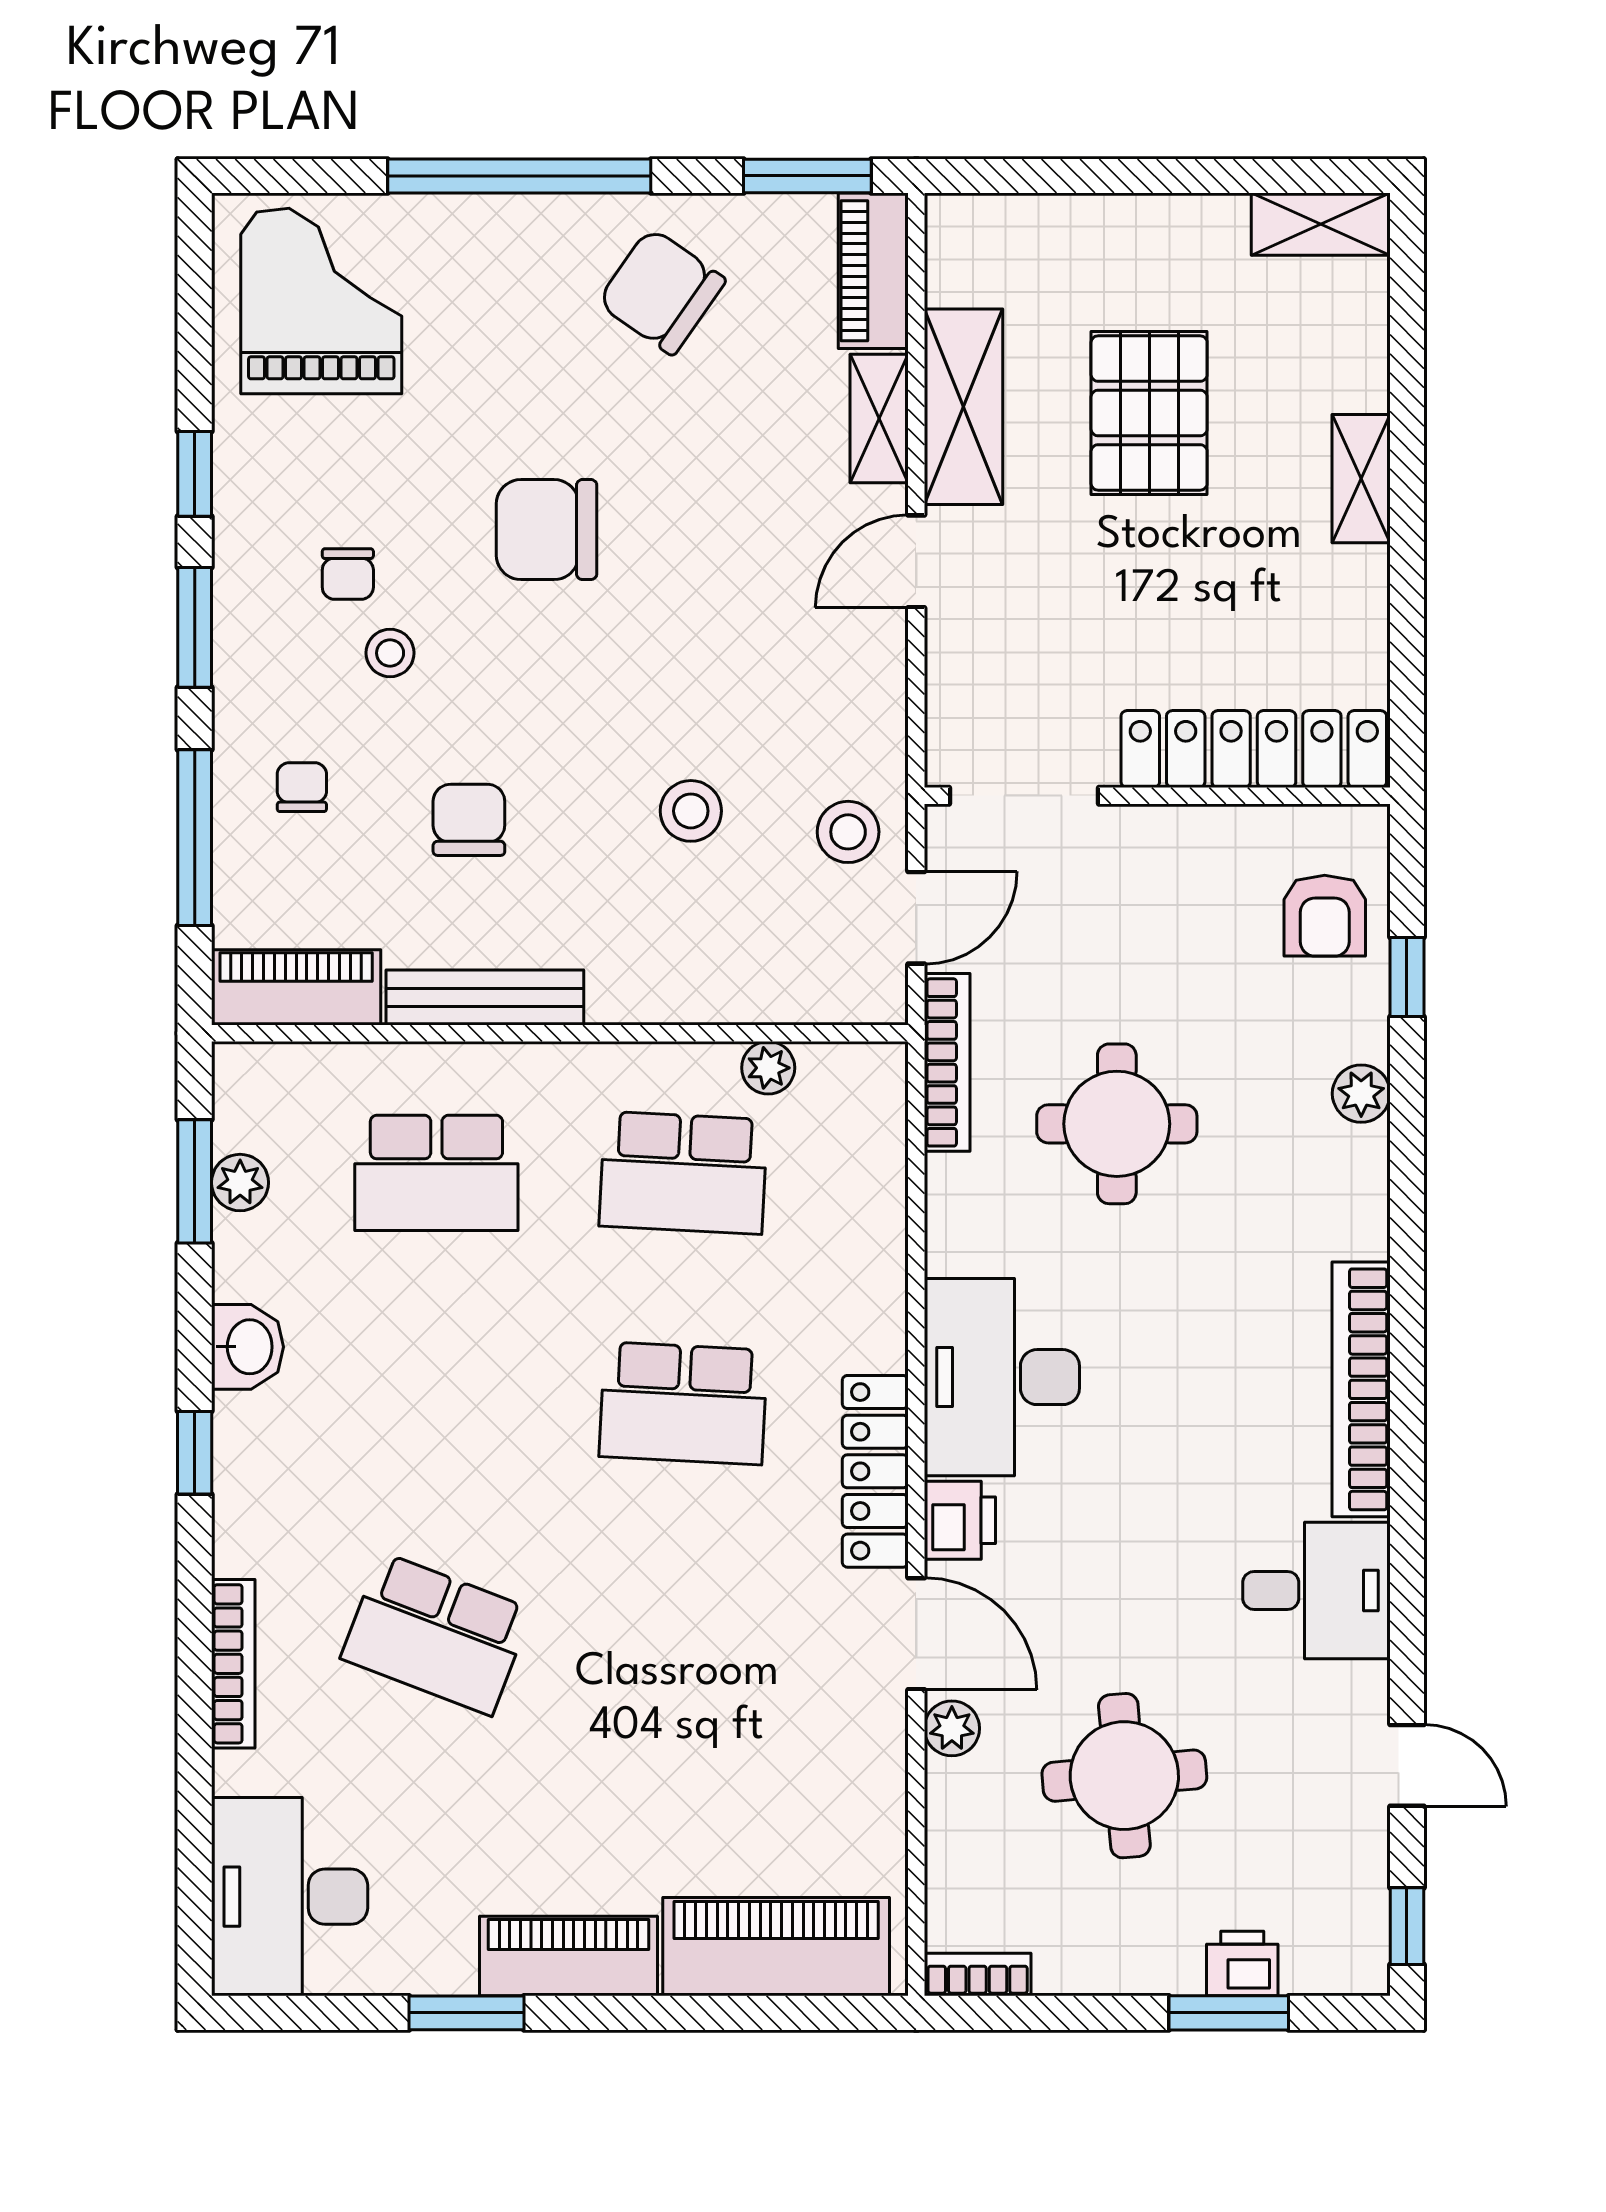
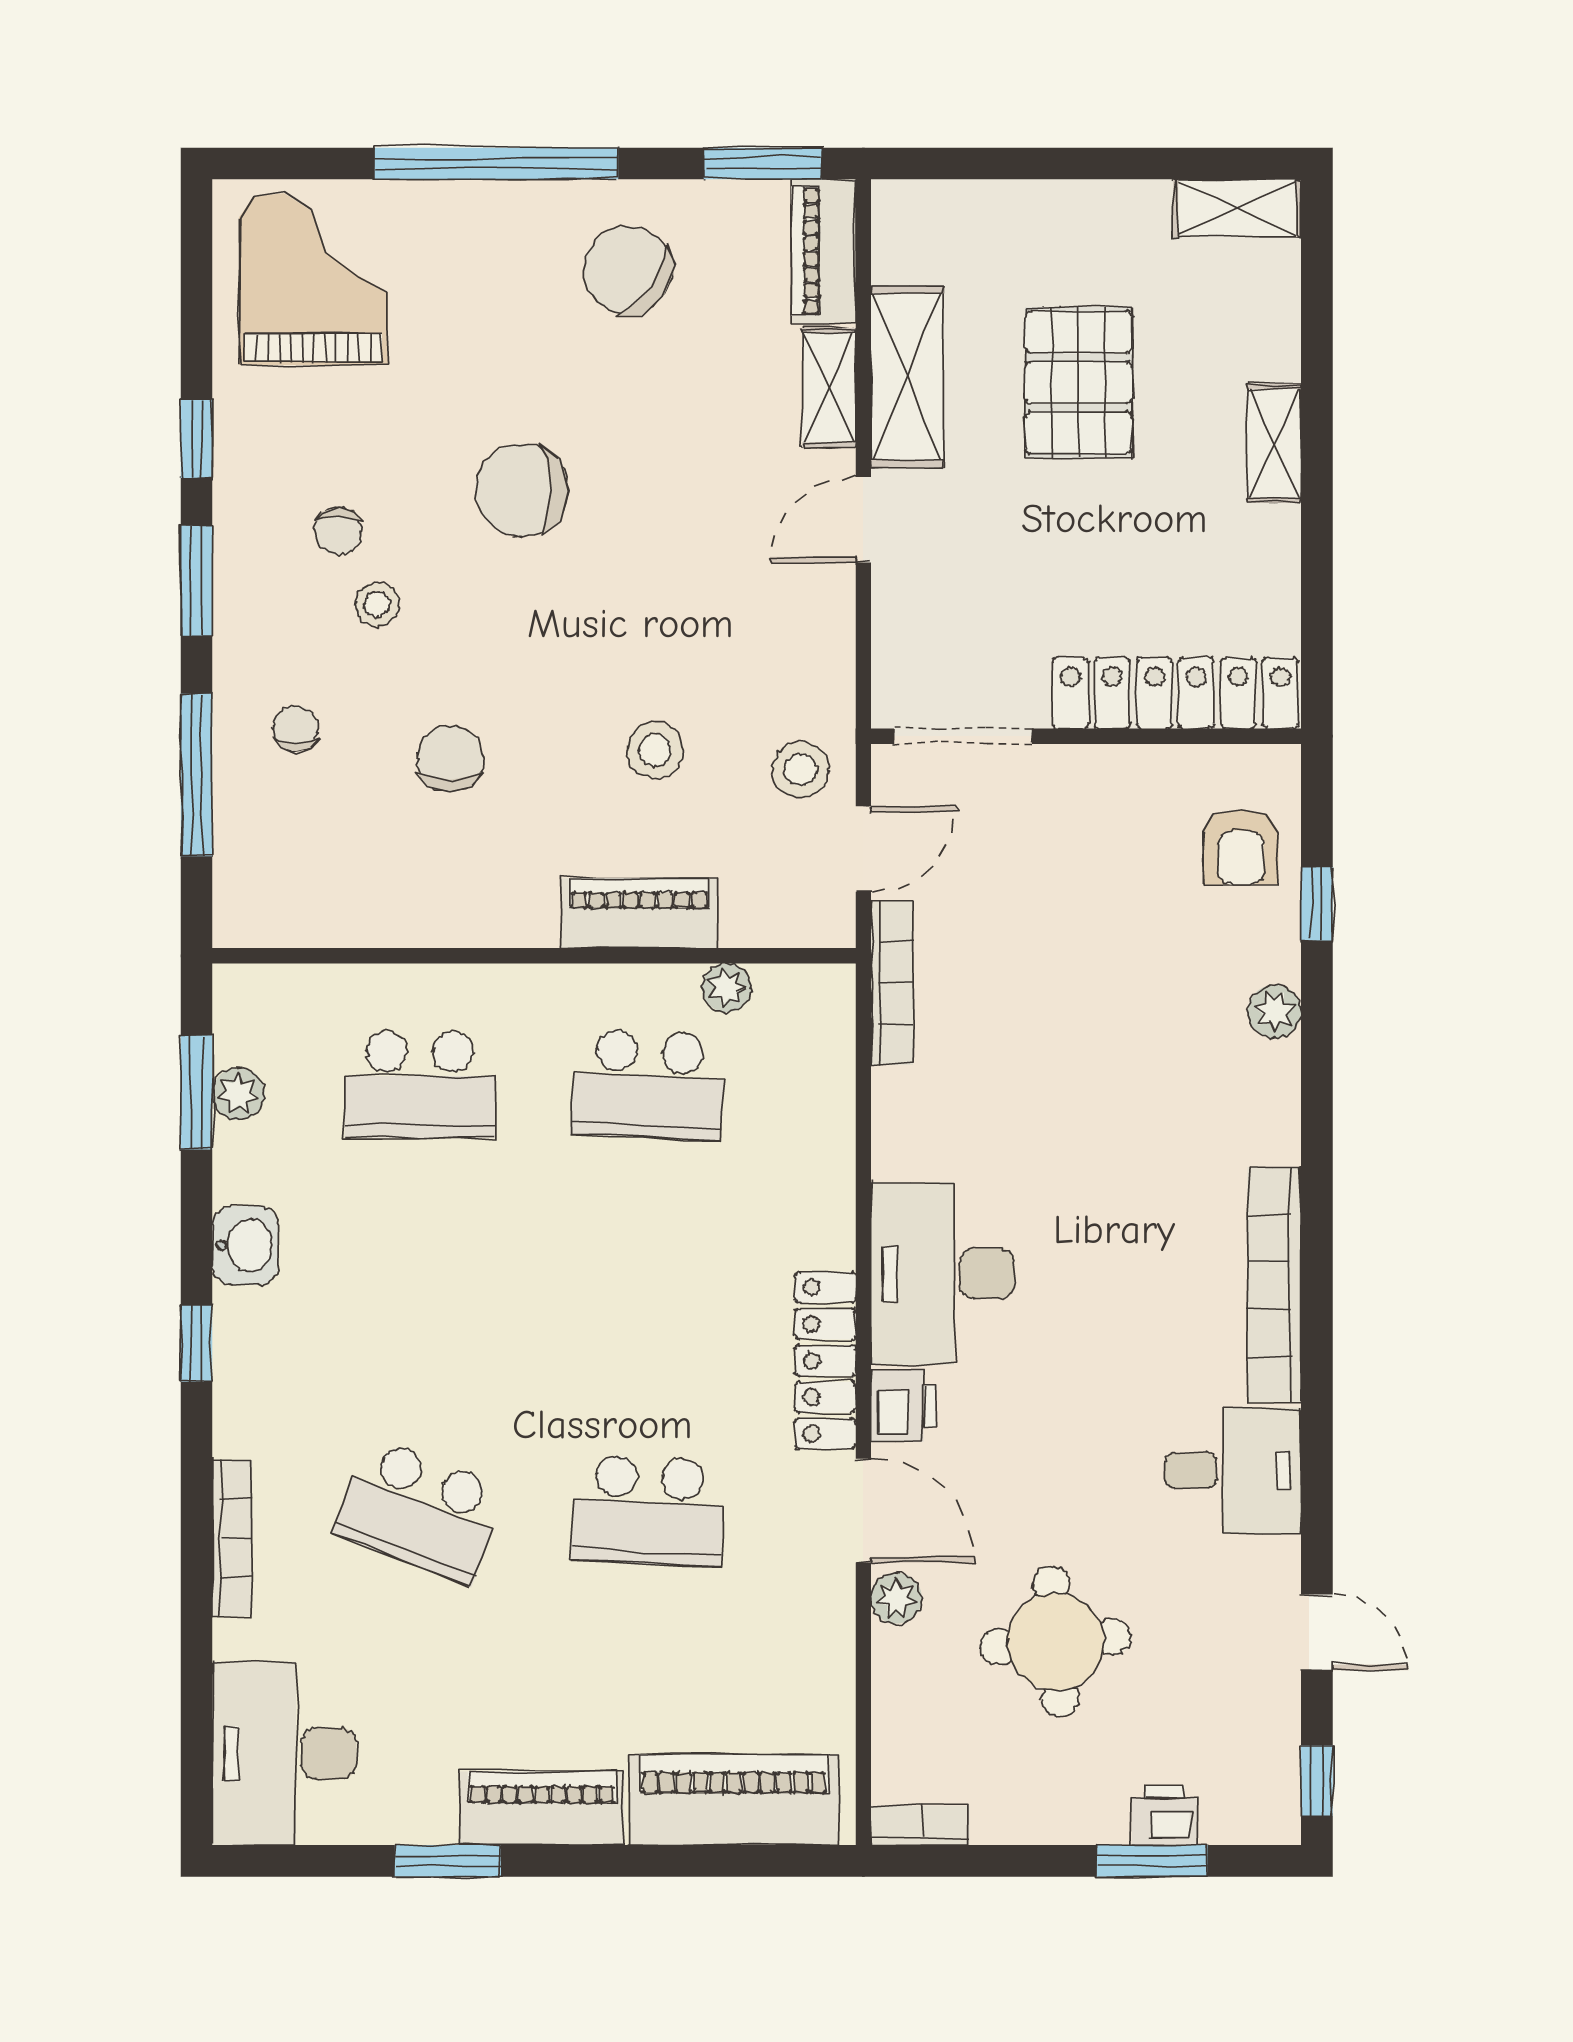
piano: (296, 987) -> (639, 913), moved
bench: (485, 997) -> (465, 923), removed
round table: (1117, 1124) -> (1049, 1039), removed
school desk: (683, 1403) -> (648, 1511), moved

